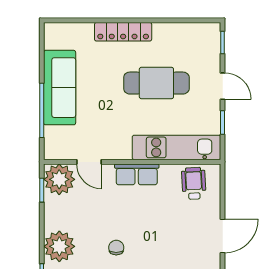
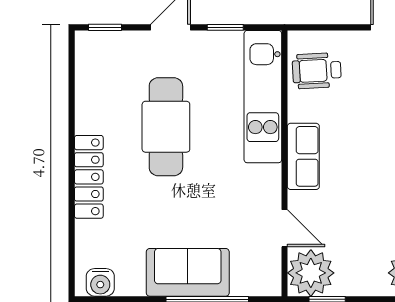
water cooler: (53, 39) -> (100, 282), added
sofa: (60, 88) -> (188, 272), width x0.73
door: (89, 162) -> (284, 228), hinge flipped

